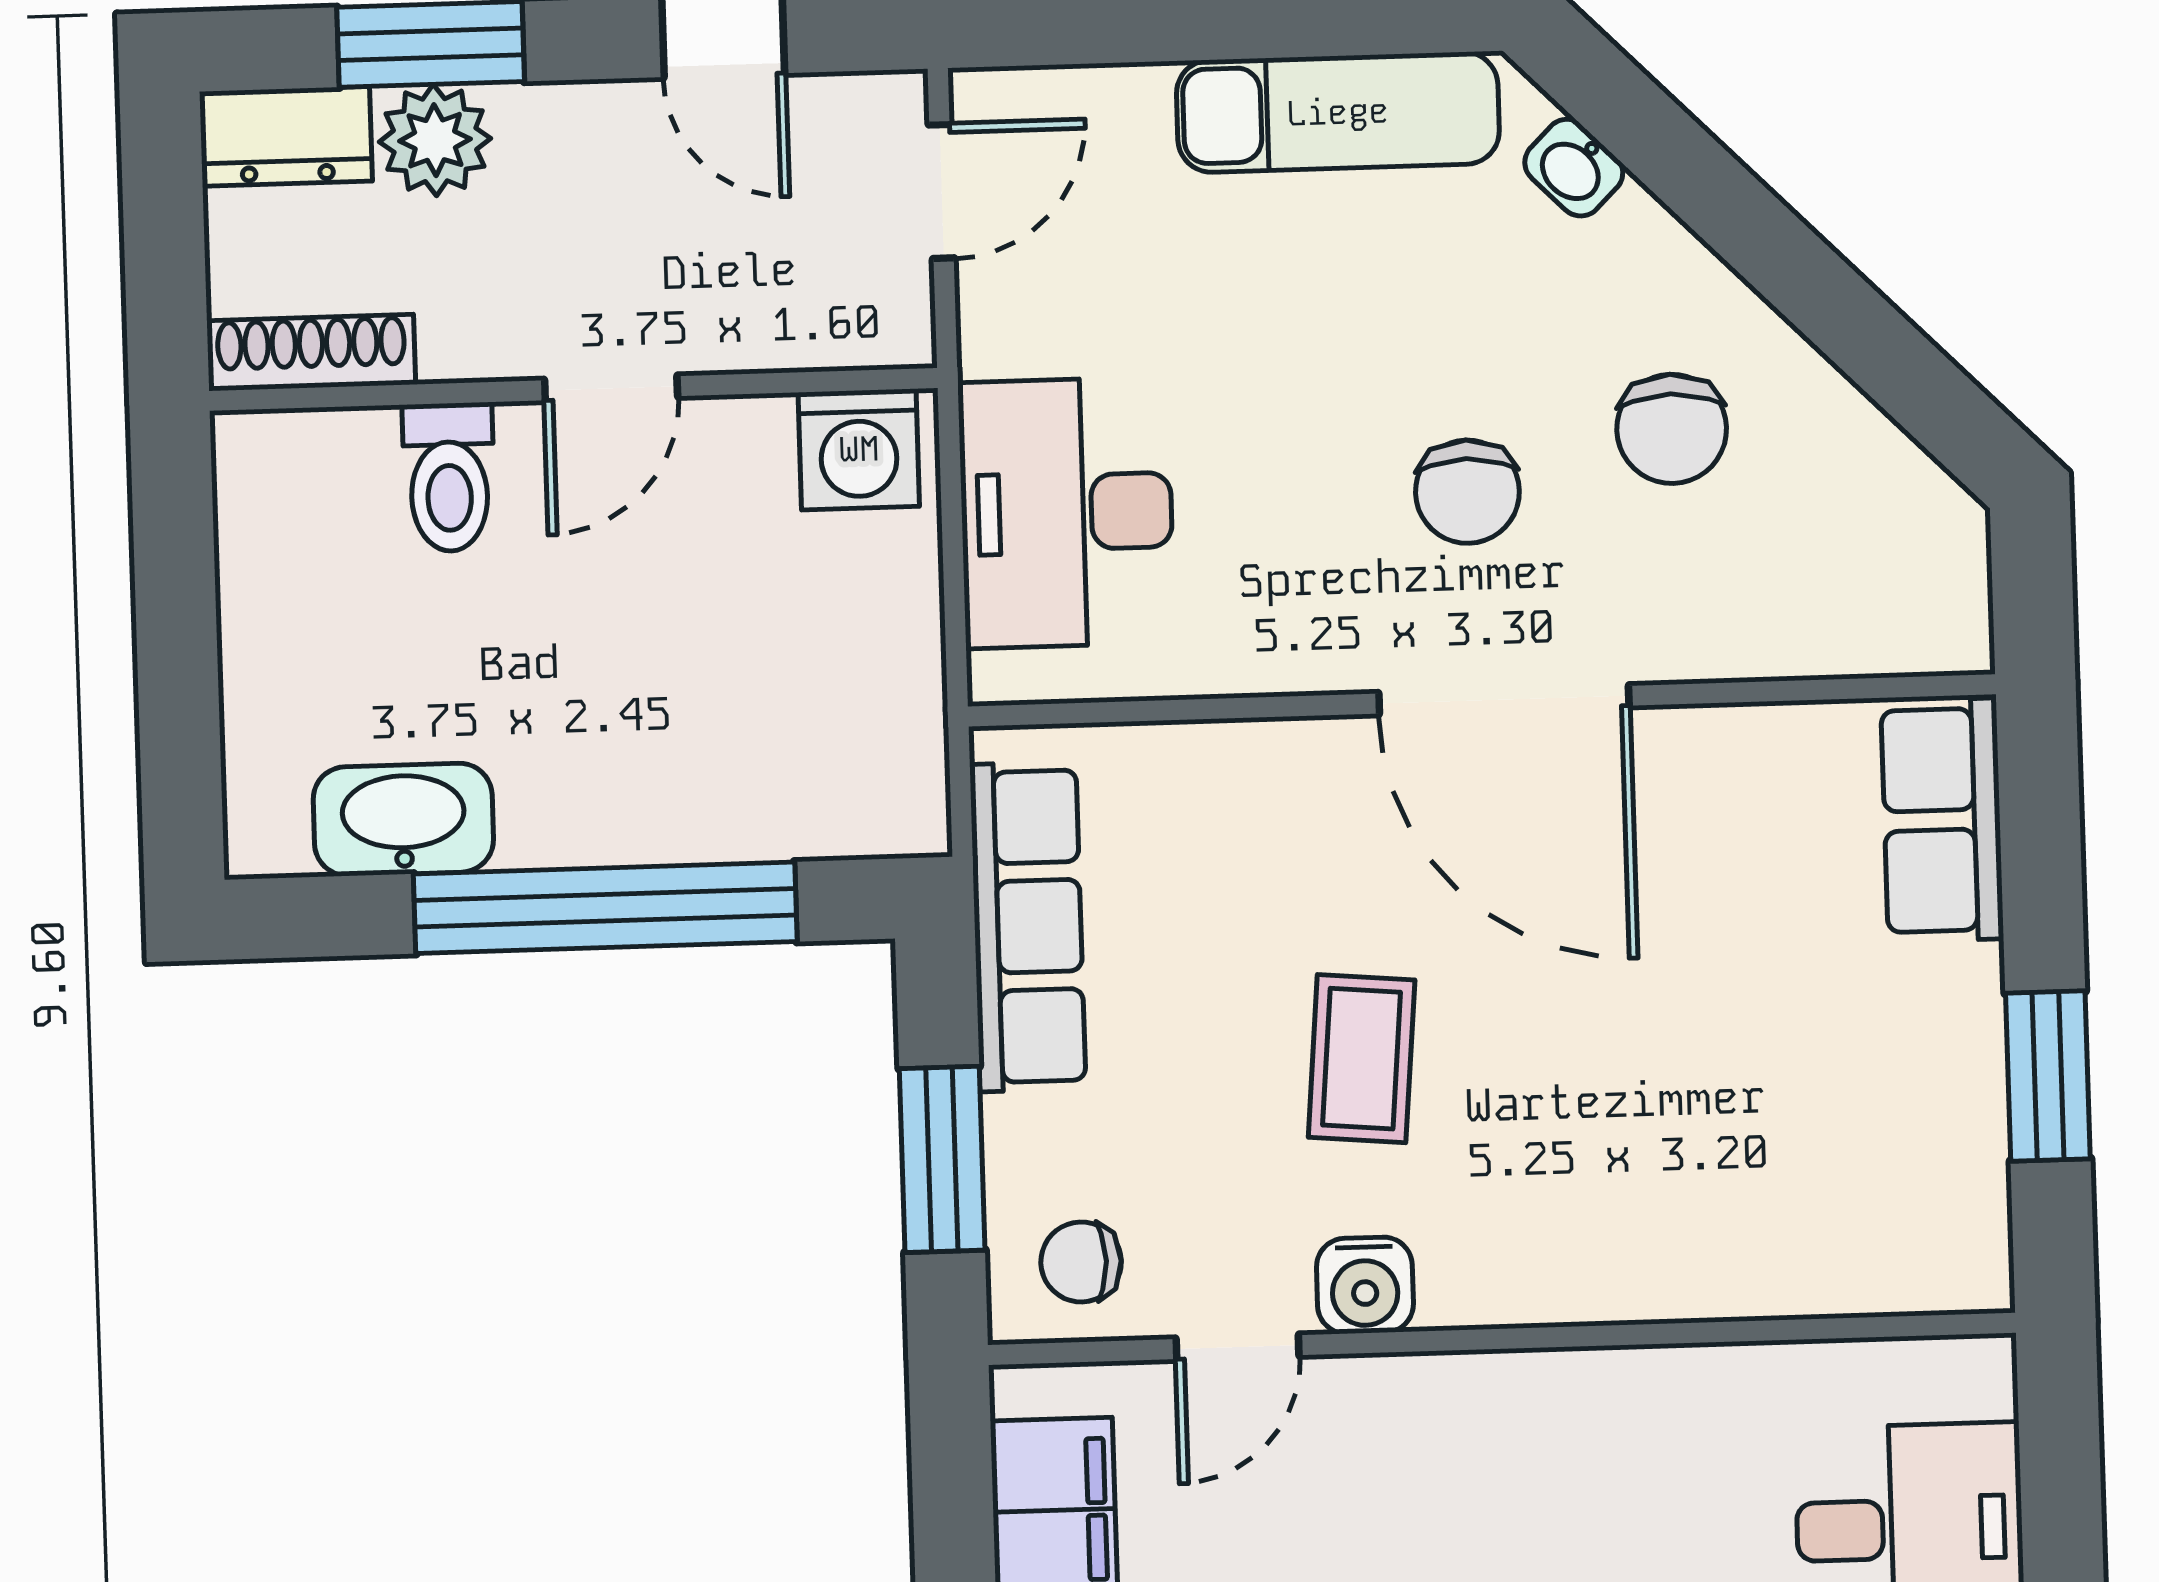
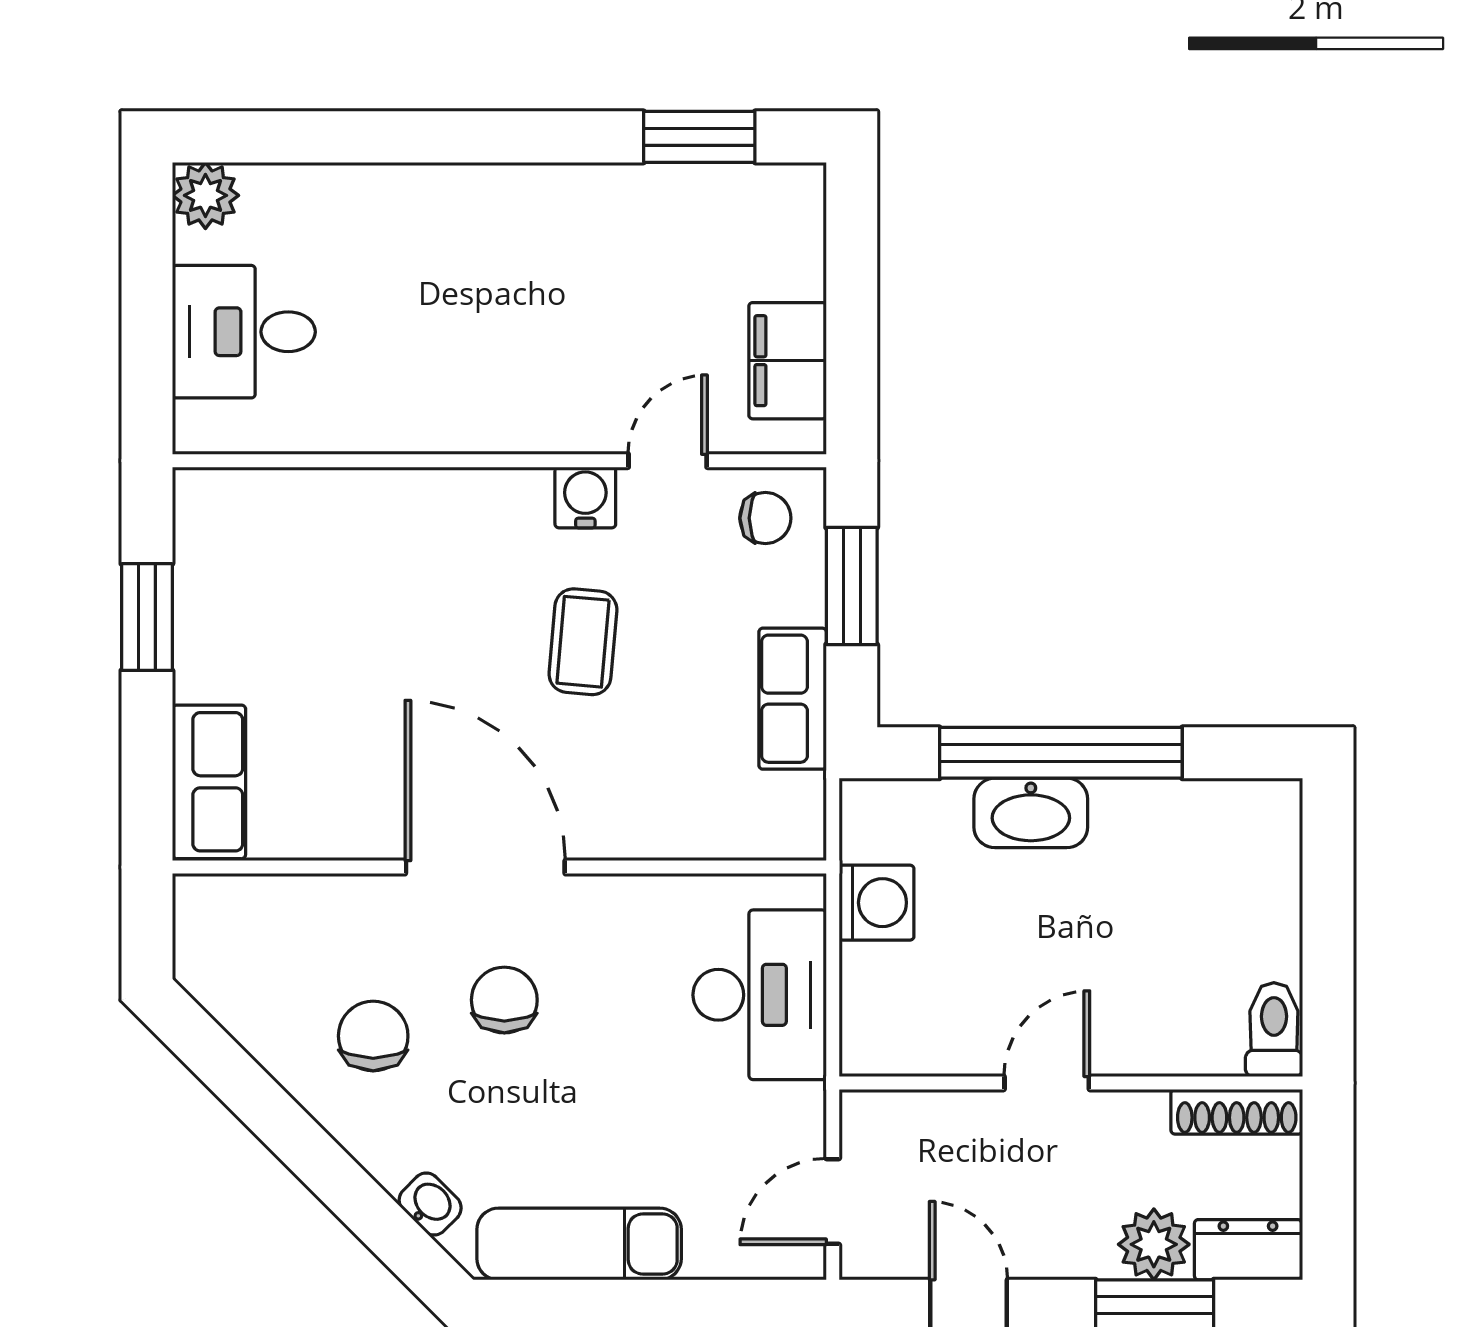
washing machine: (859, 449) -> (876, 903), moved, turned 90
toilet: (449, 477) -> (1274, 1030), moved
washbasin: (403, 819) -> (1031, 813), moved
row of seats: (1028, 927) -> (793, 699), width x0.68

